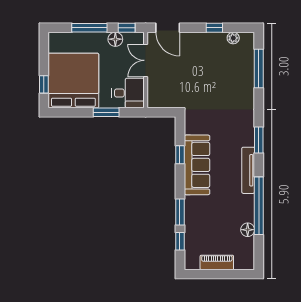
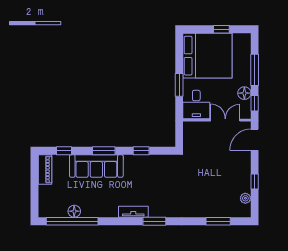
window: (259, 69) -> (218, 221), width x0.69
window: (44, 84) -> (221, 29), moved
sofa: (197, 165) -> (96, 166), moved
tv unit: (248, 170) -> (133, 212), width x0.71
window: (259, 206) -> (72, 221), moved
window: (180, 212) -> (104, 151), moved
piano: (217, 262) -> (45, 169), moved

